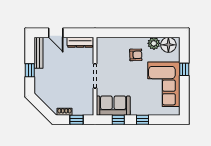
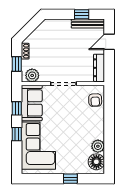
armchair: (136, 55) -> (95, 100), moved
window: (30, 70) -> (82, 14), moved
corner sofa: (164, 84) -> (38, 146), moved, turned 90
plant: (87, 105) -> (32, 75), added

